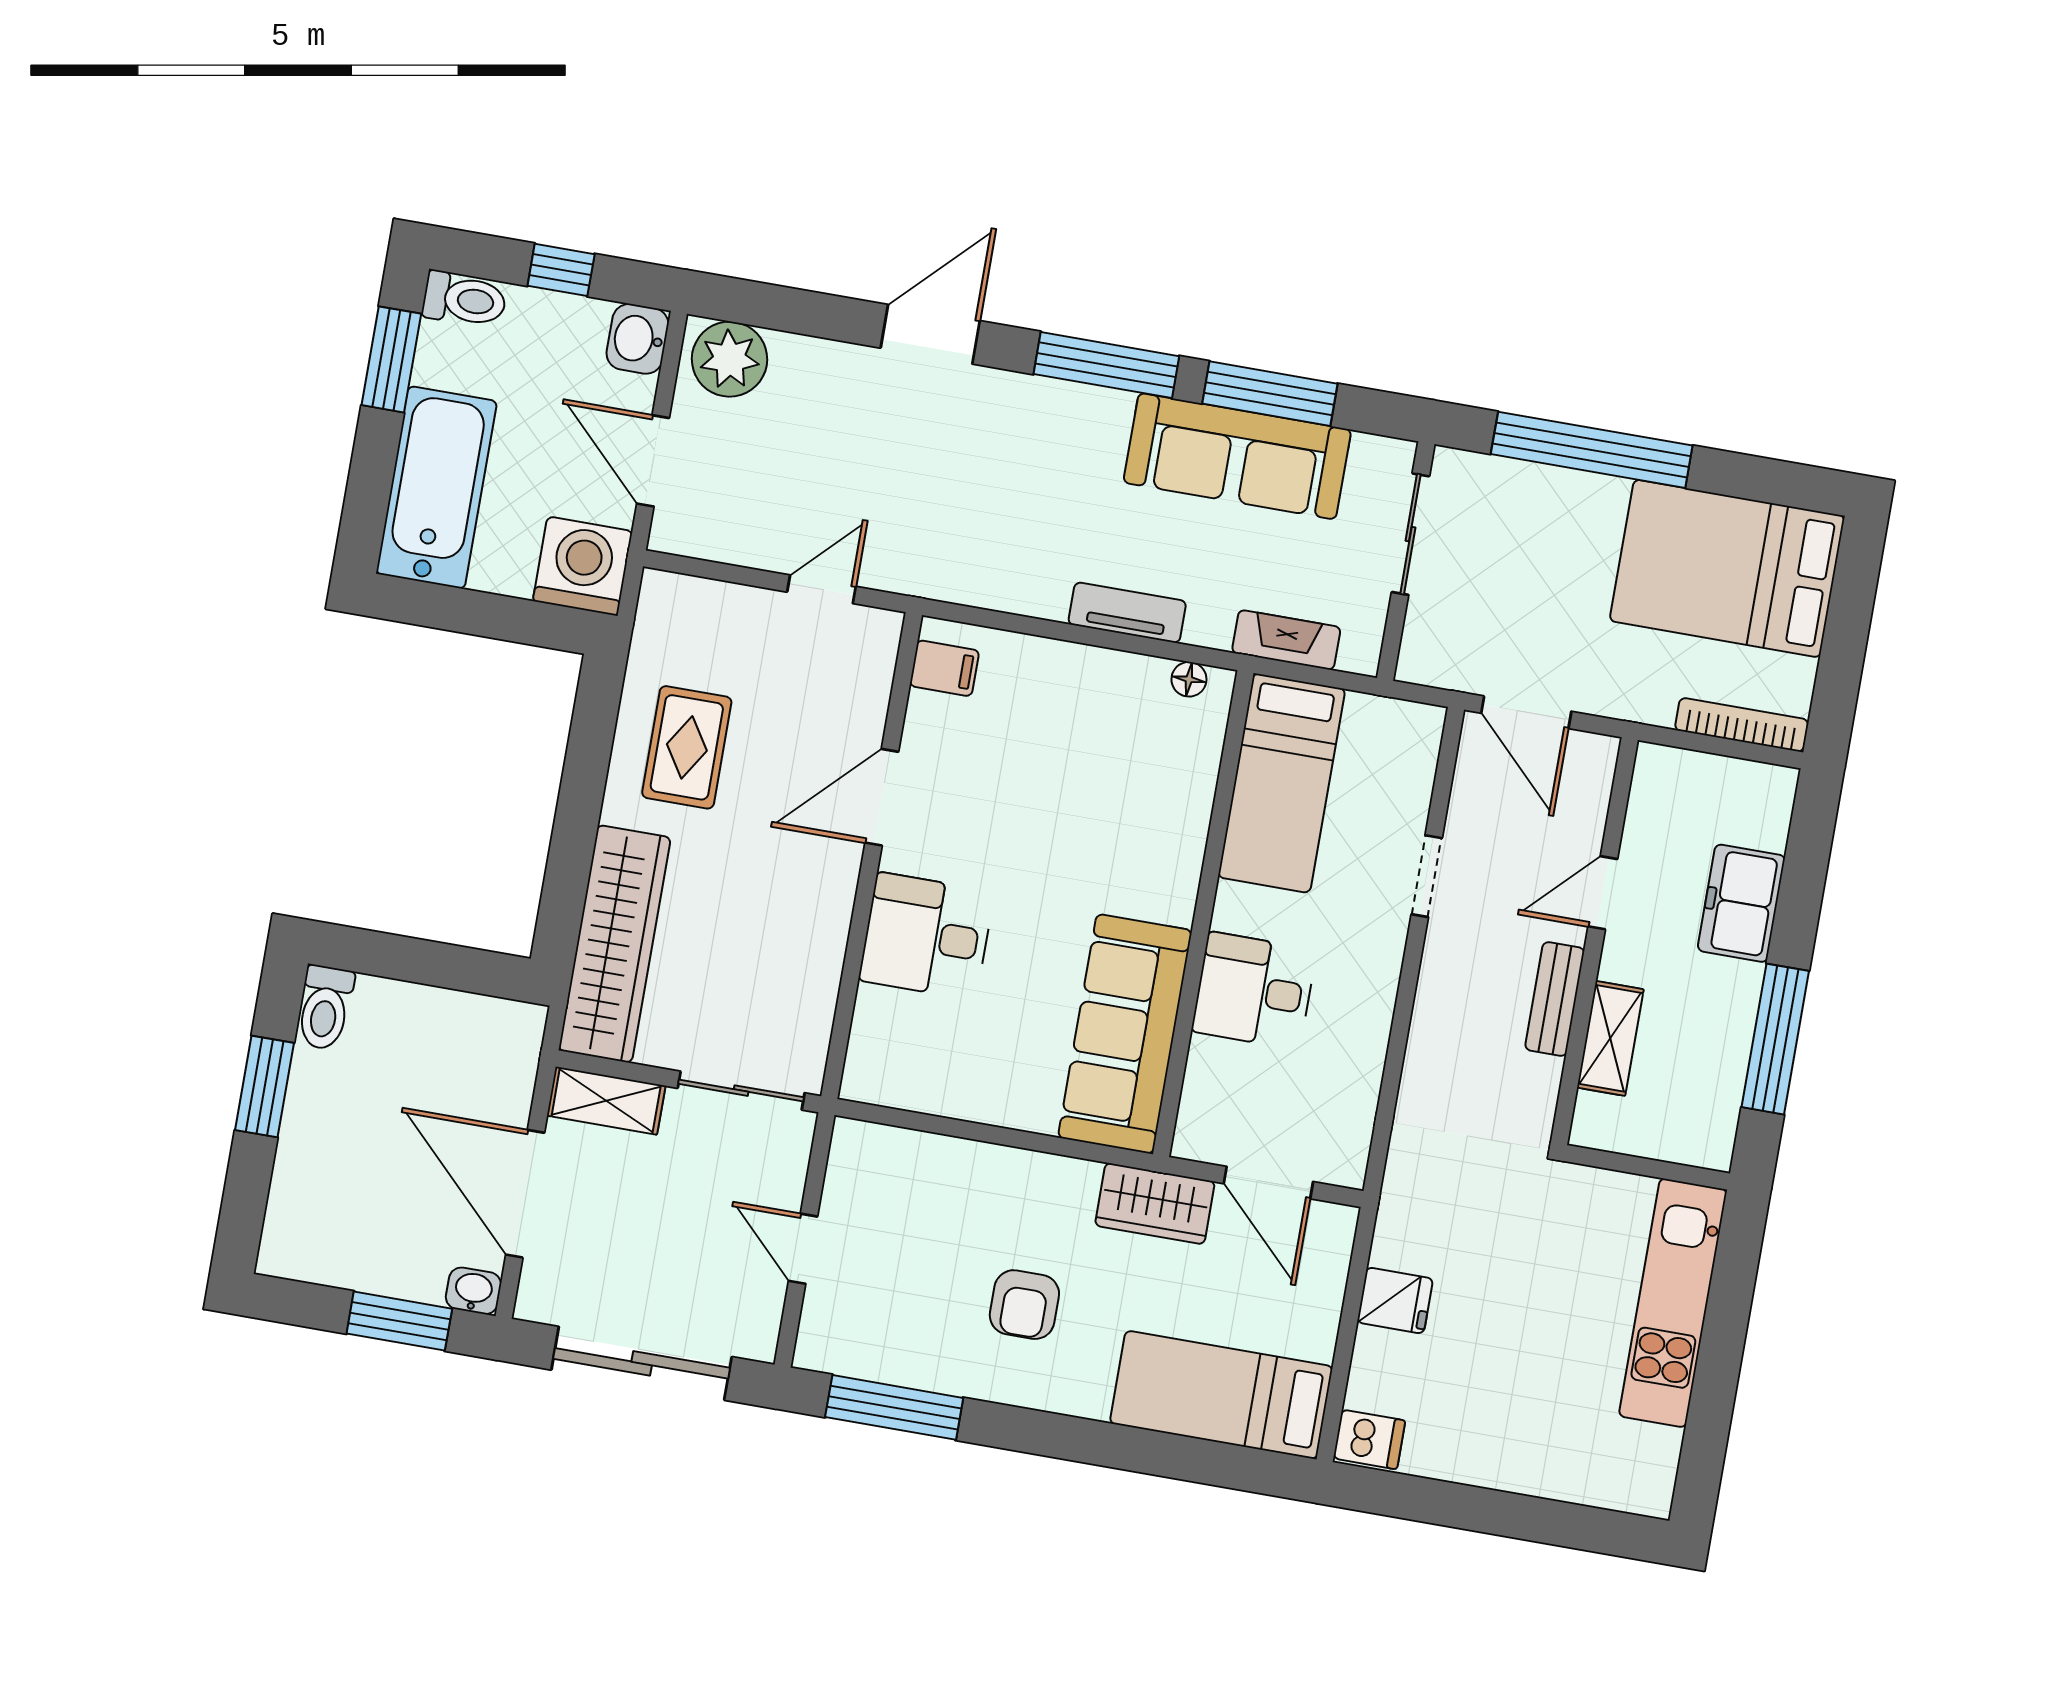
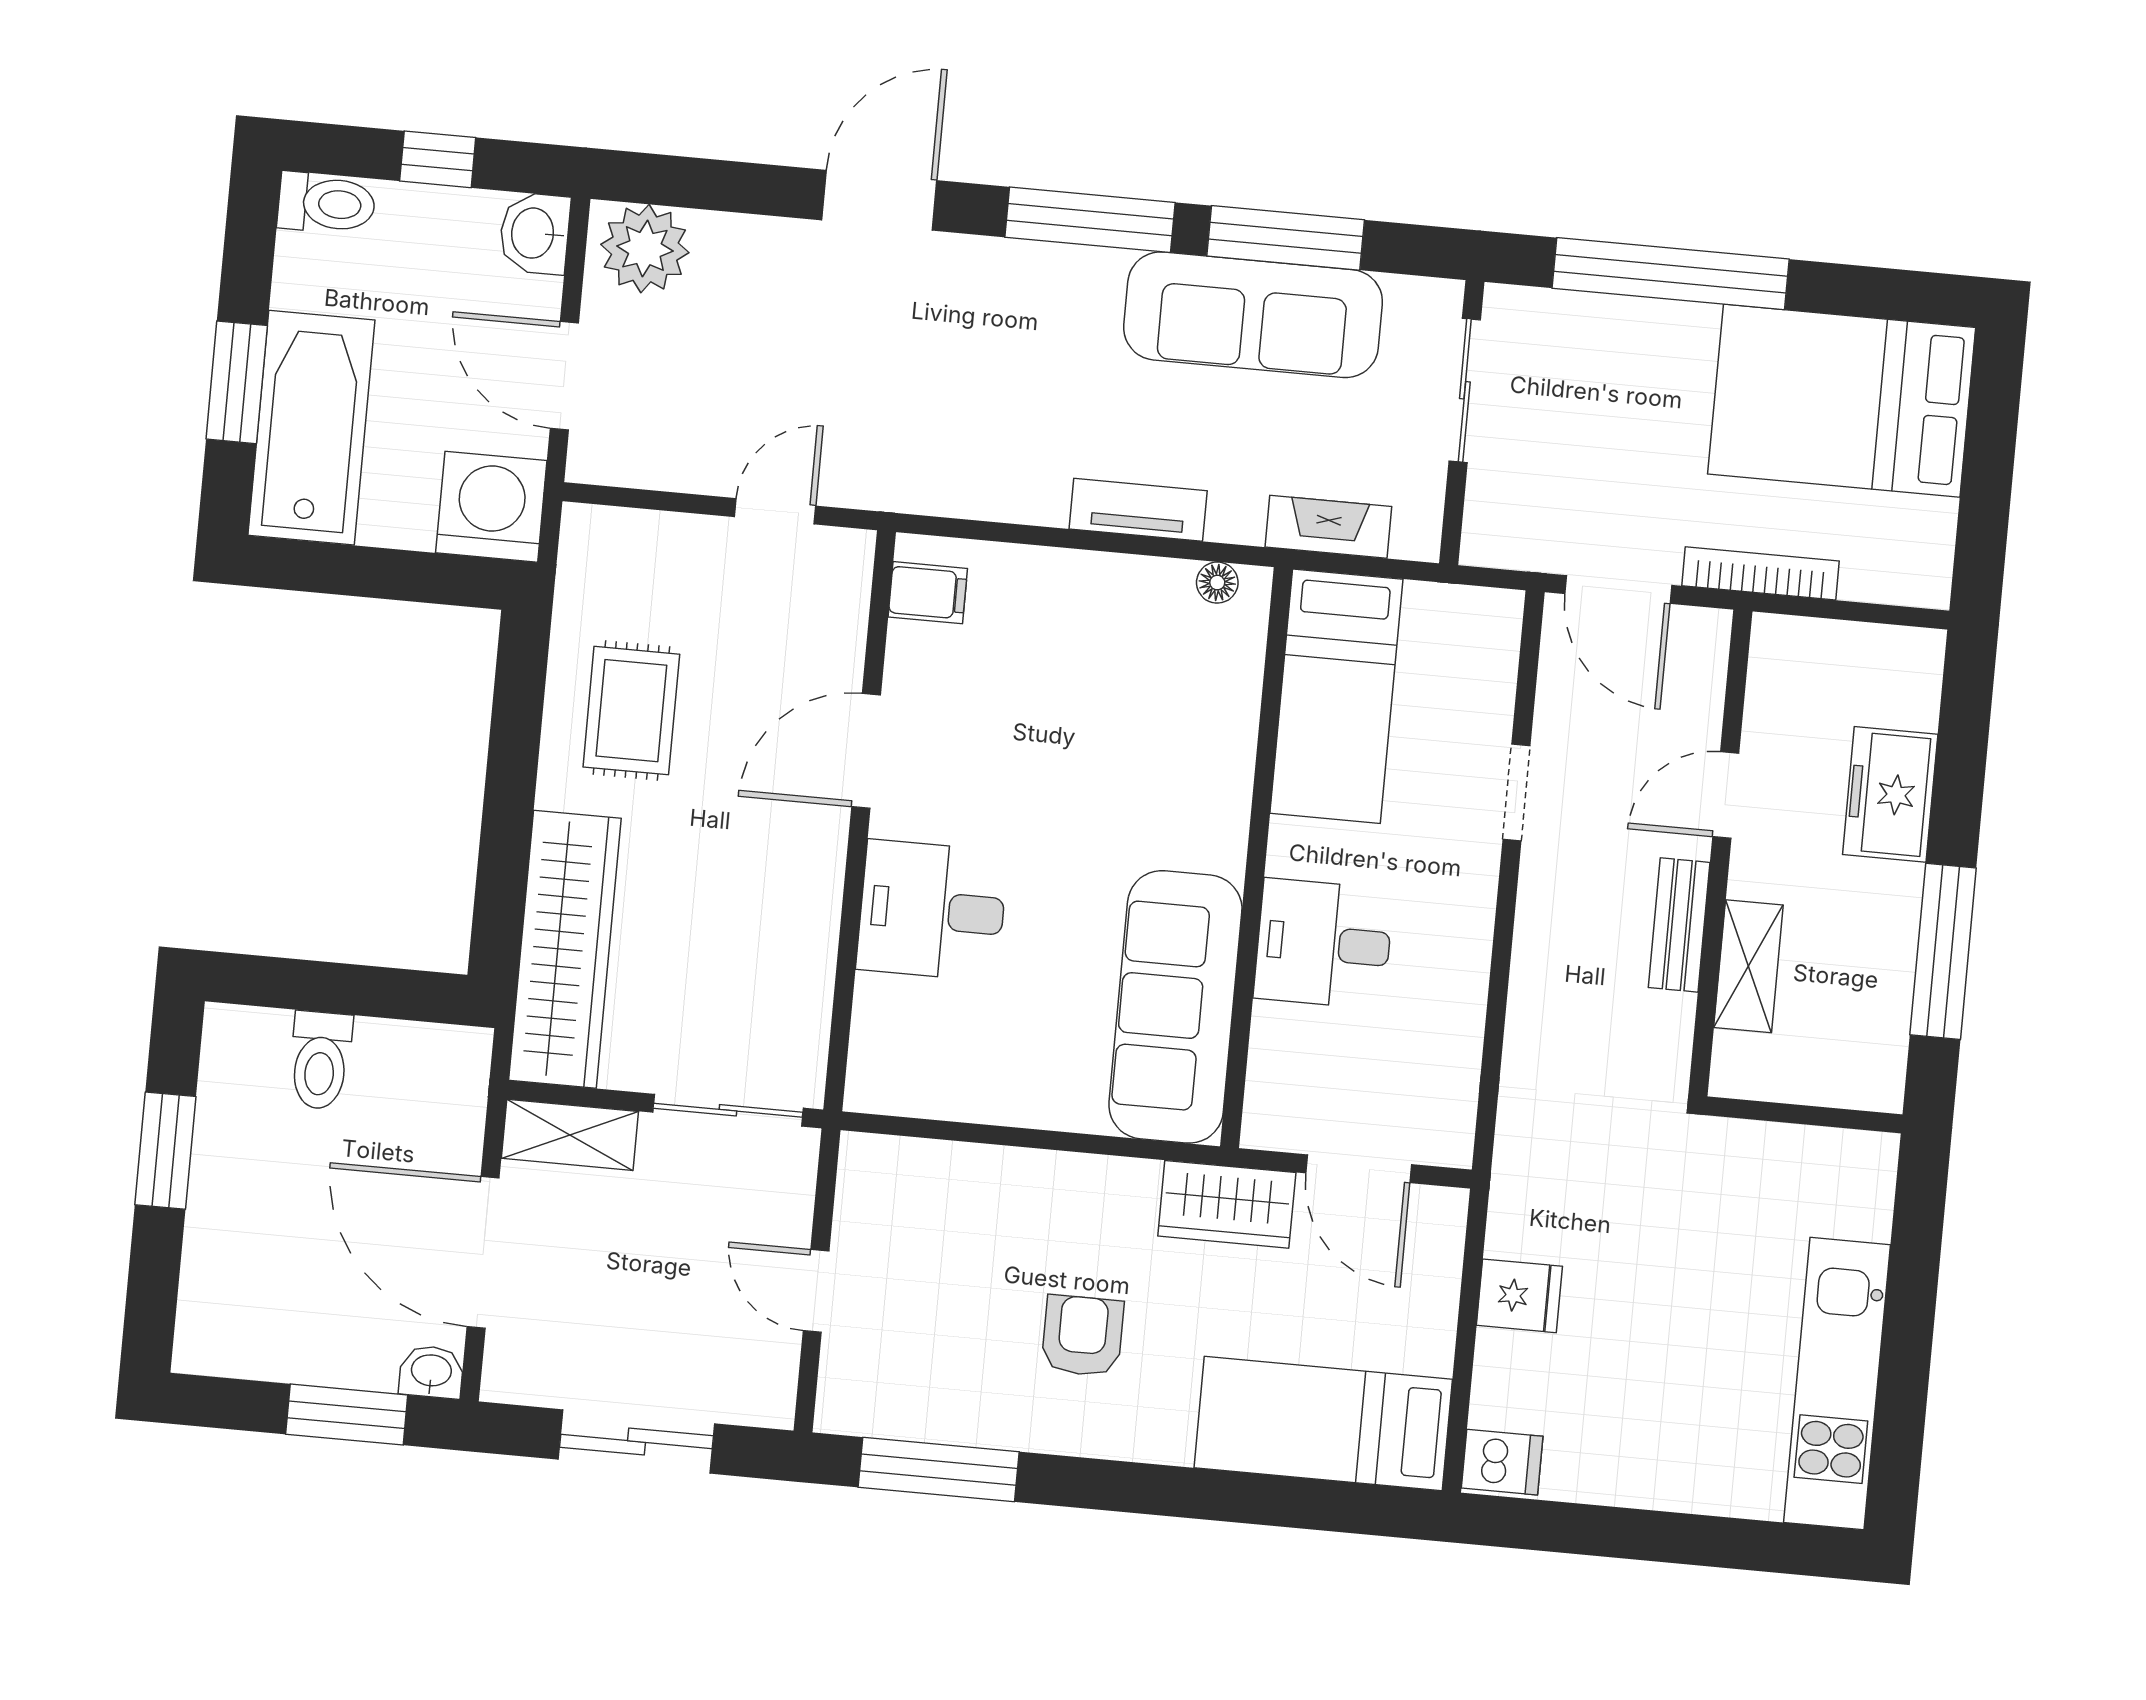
window: (391, 359) -> (237, 382), moved
bookcase: (1742, 725) -> (1760, 573), moved
toilet: (325, 1008) -> (320, 1060), moved
kitchen unit: (1673, 1303) -> (1837, 1384), moved
armchair: (1024, 1305) -> (1083, 1336), turned 180
sliding door: (642, 1363) -> (637, 1442), width x0.73

